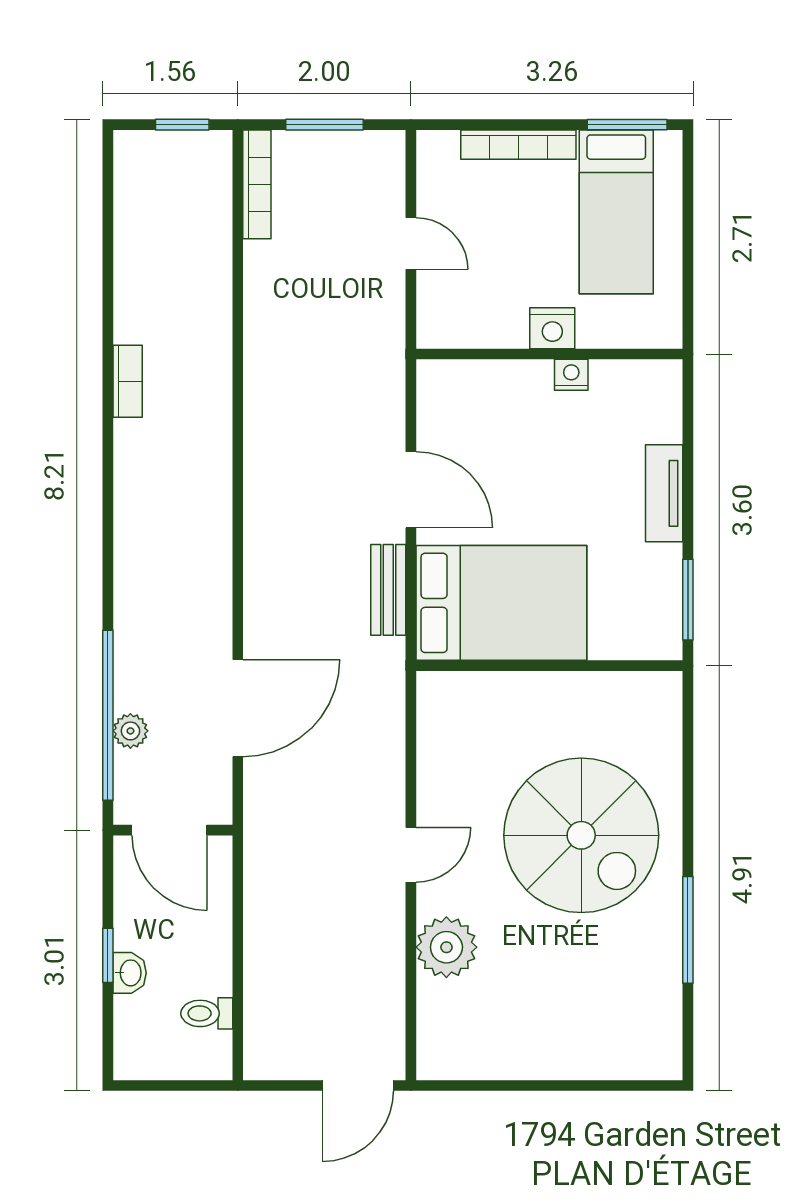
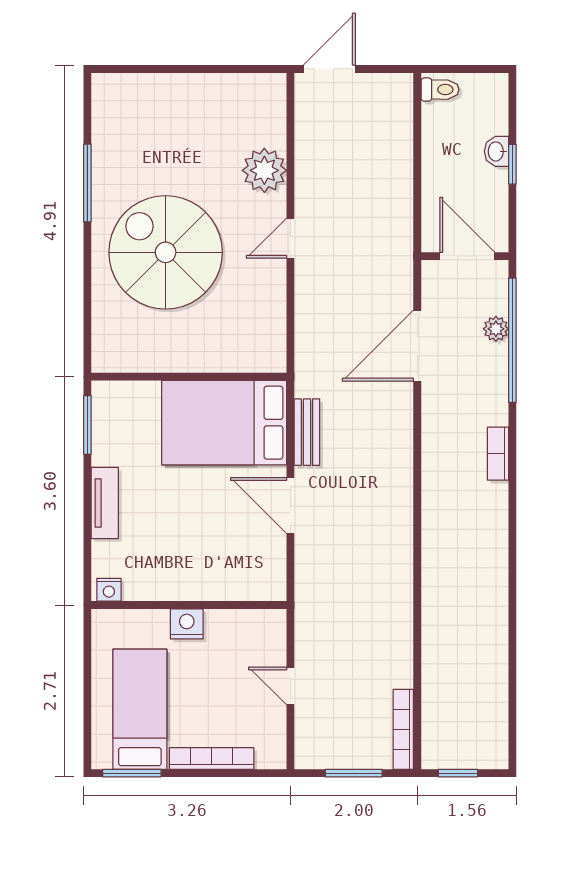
nightstand: (571, 375) -> (109, 590), moved
bookcase: (128, 381) -> (498, 454), moved
toilet: (207, 1013) -> (440, 90), moved

